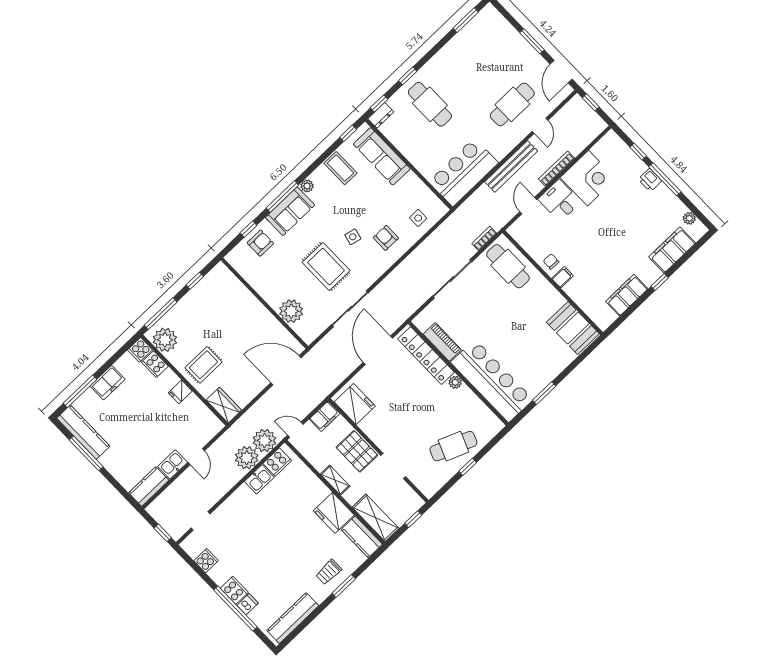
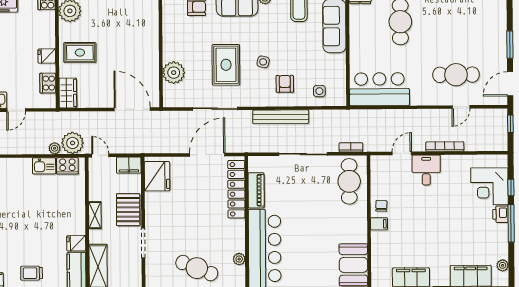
bench: (511, 166) -> (281, 117), moved
corner desk: (588, 178) -> (489, 186), moved, turned 90
cooker: (155, 364) -> (48, 83), moved
plant: (455, 382) -> (239, 259), moved
plant: (247, 458) -> (55, 148), width x0.53, depth x0.53
fridge: (334, 513) -> (76, 243), width x0.53, depth x0.75

